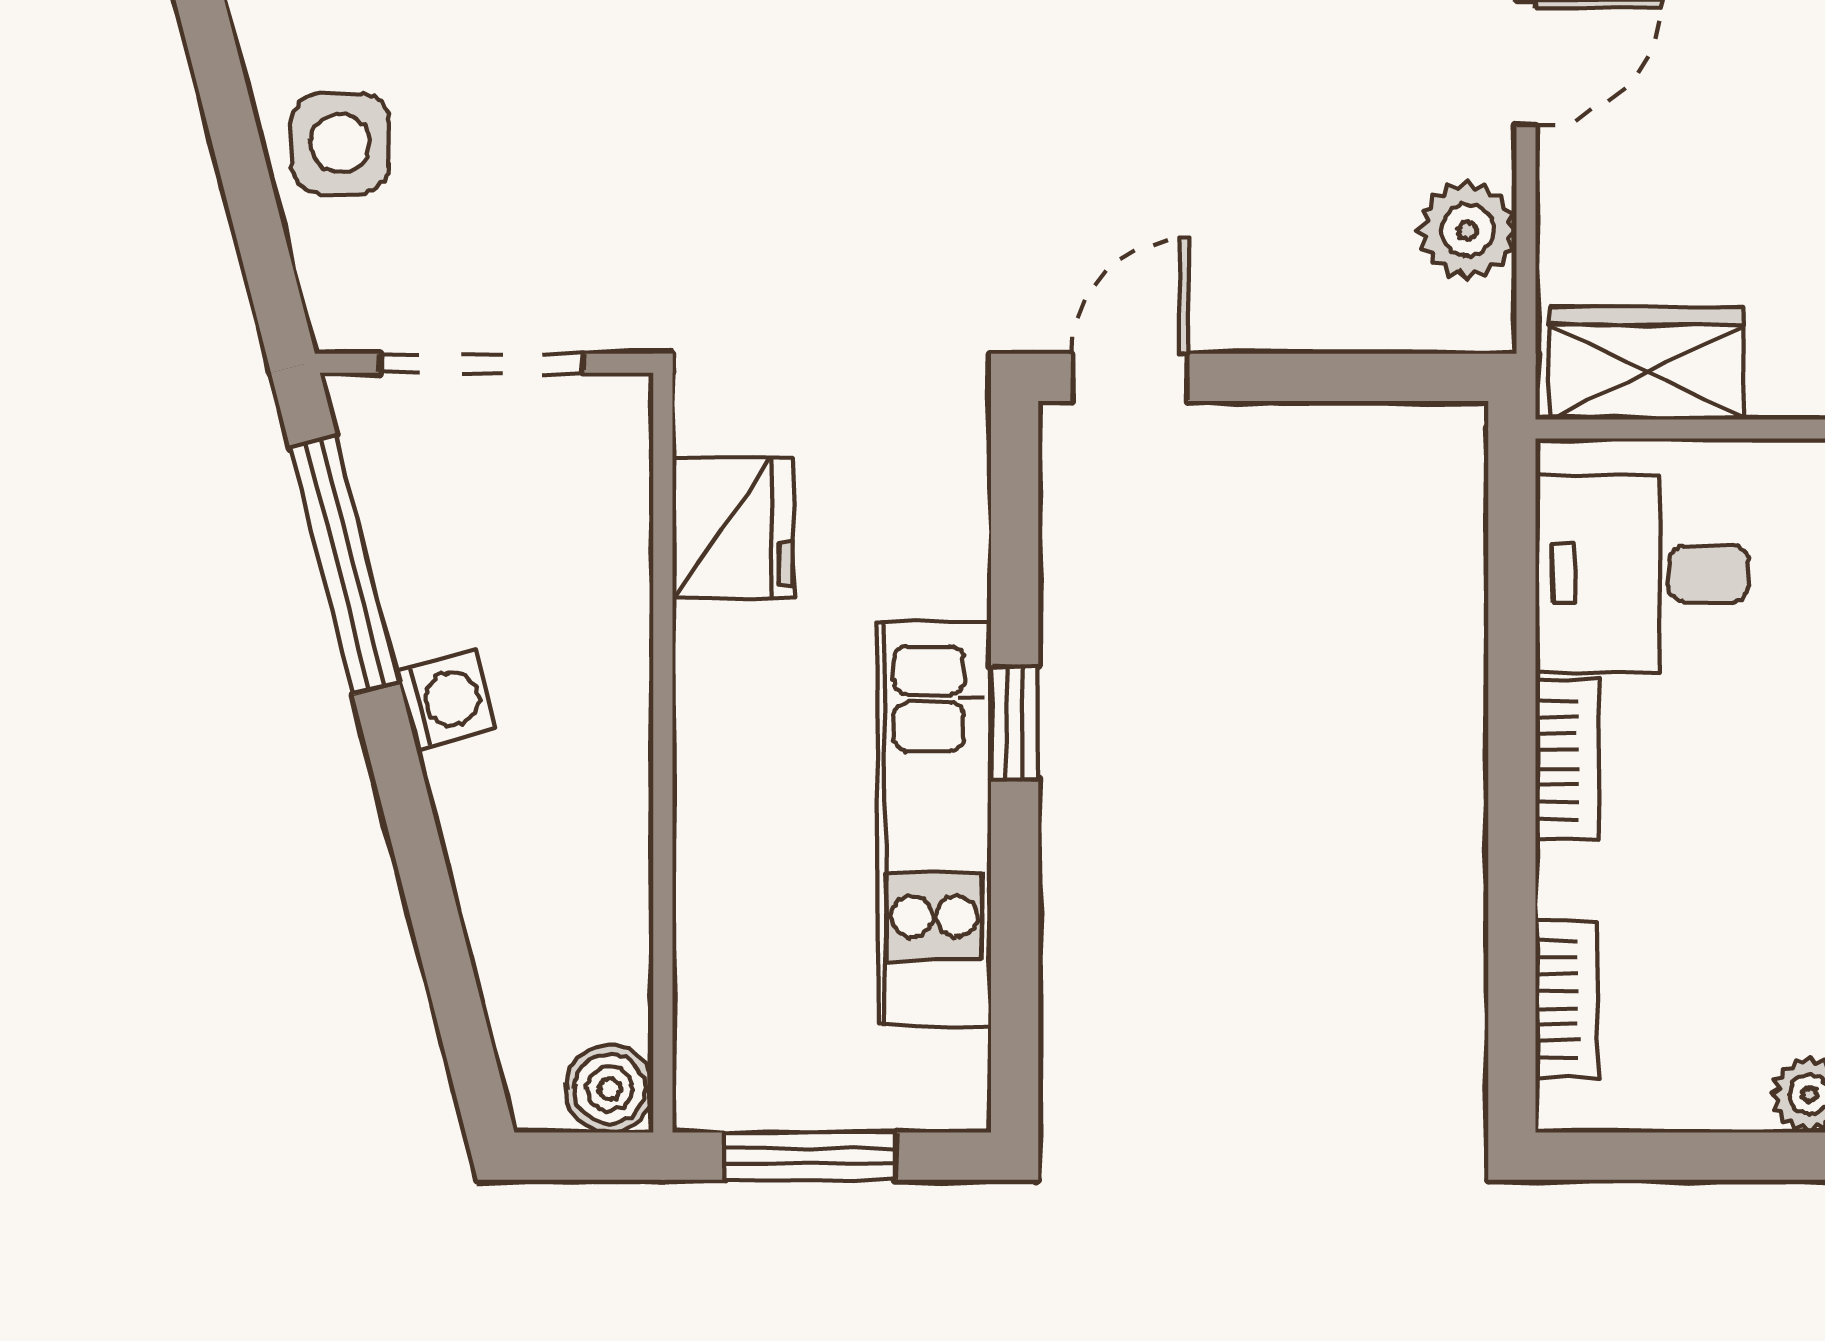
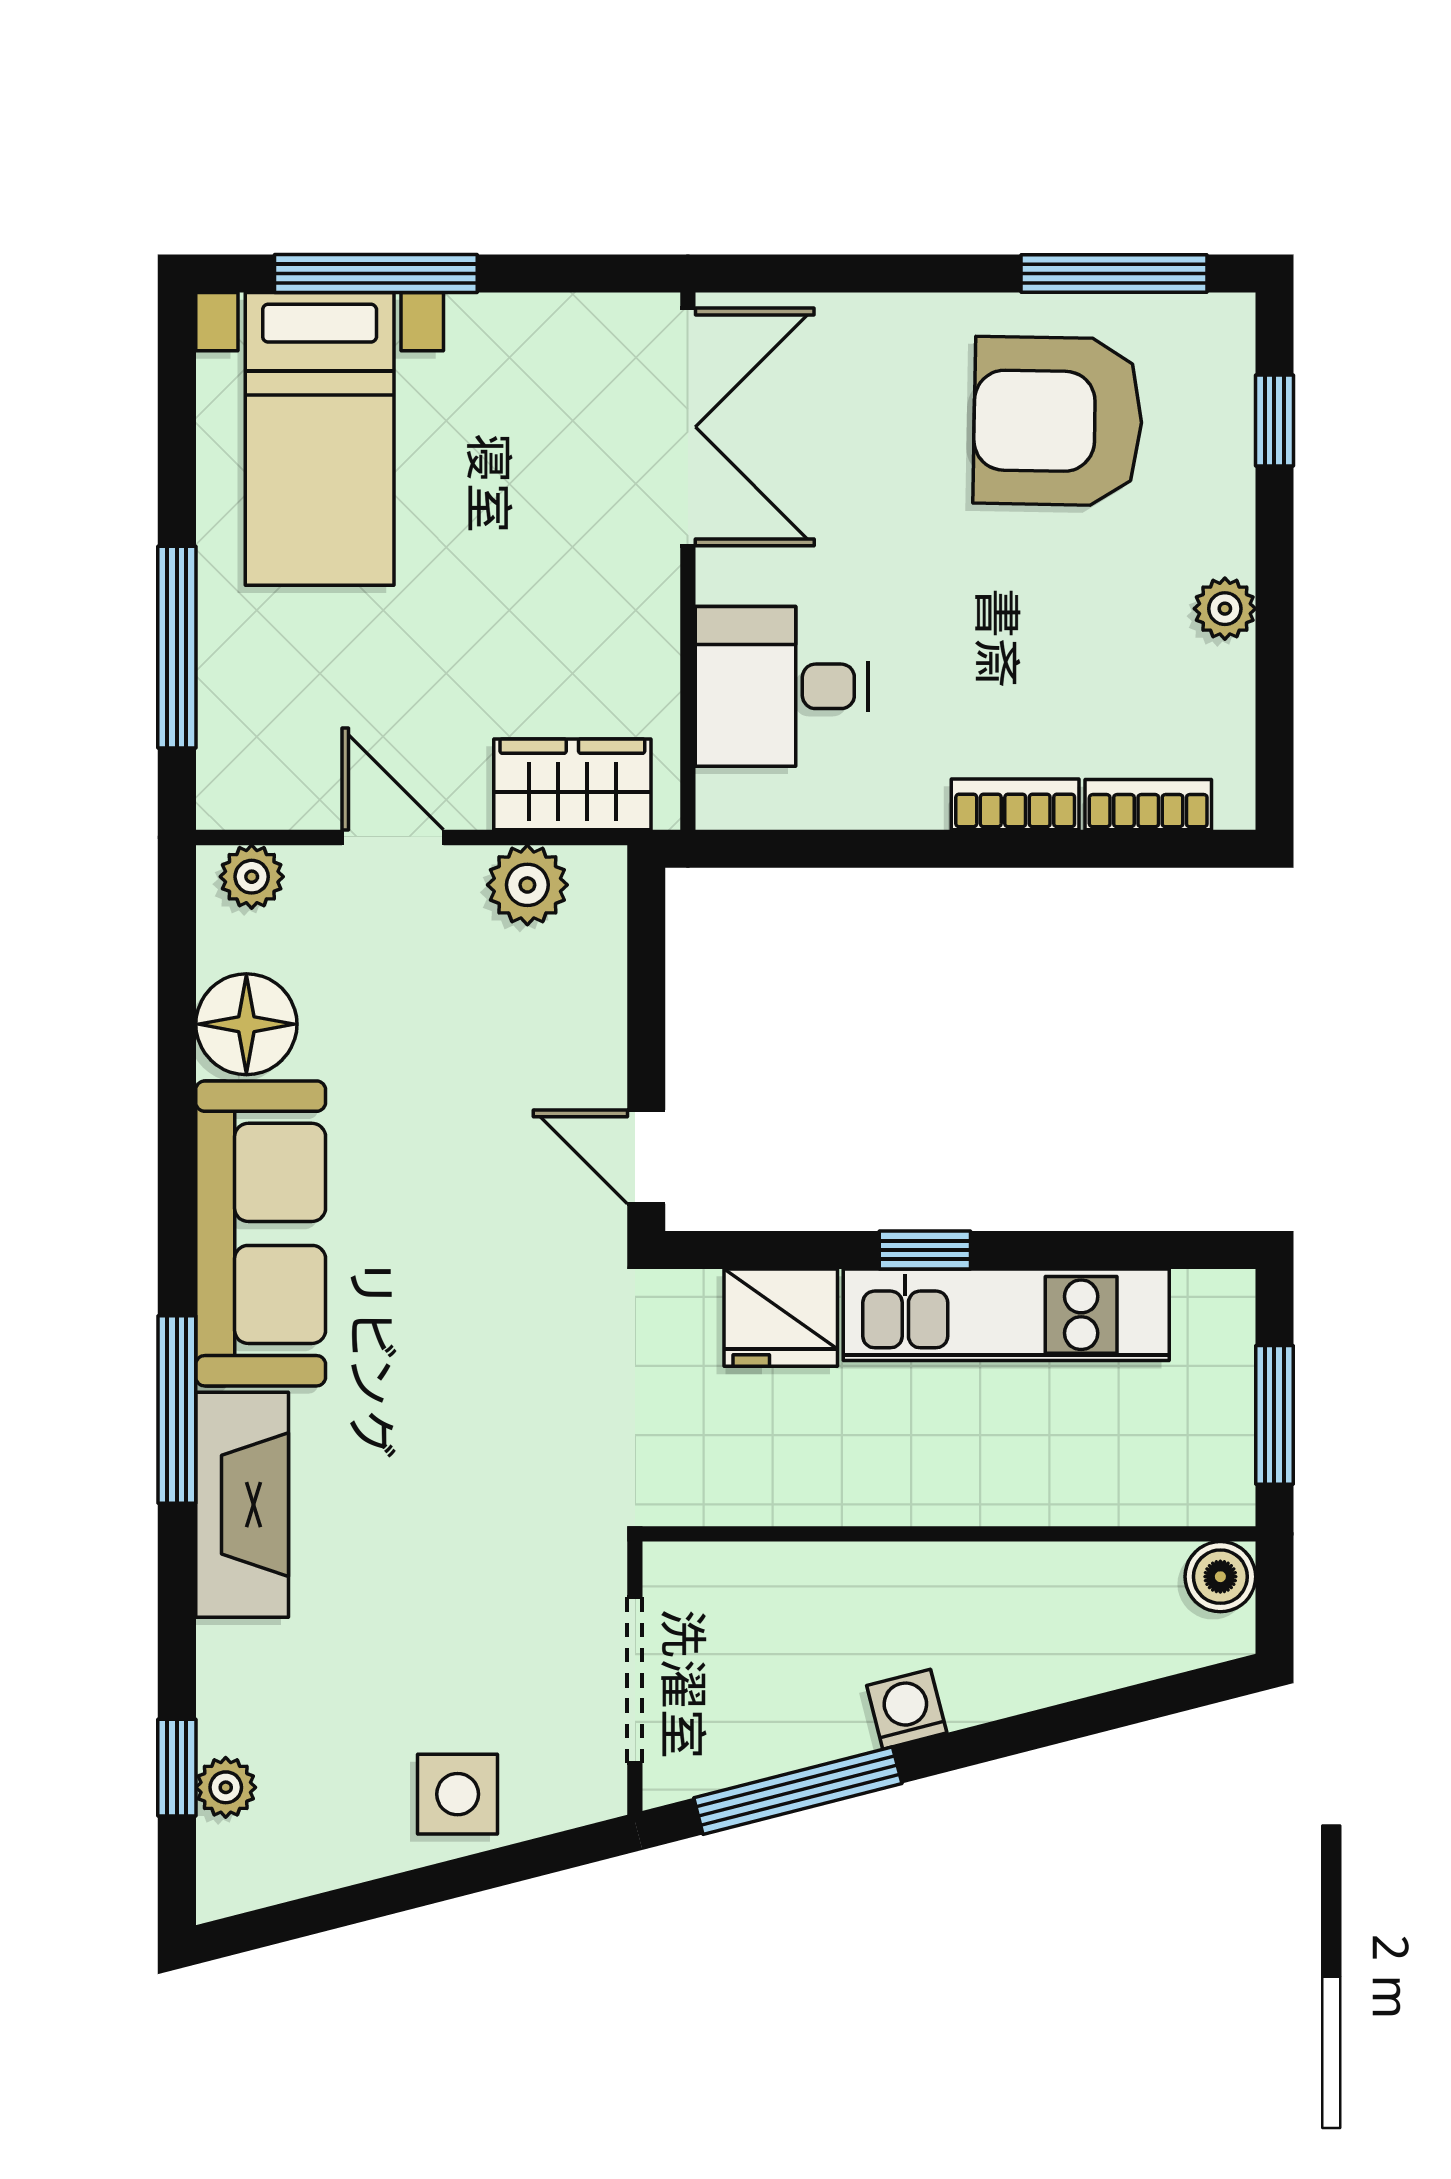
wardrobe: (1647, 363) -> (572, 784), moved, turned 90
fridge: (733, 528) -> (781, 1318), moved, turned 180
desk: (1642, 574) -> (782, 686), moved, turned 90
bookcase: (1567, 759) -> (1015, 804), moved

